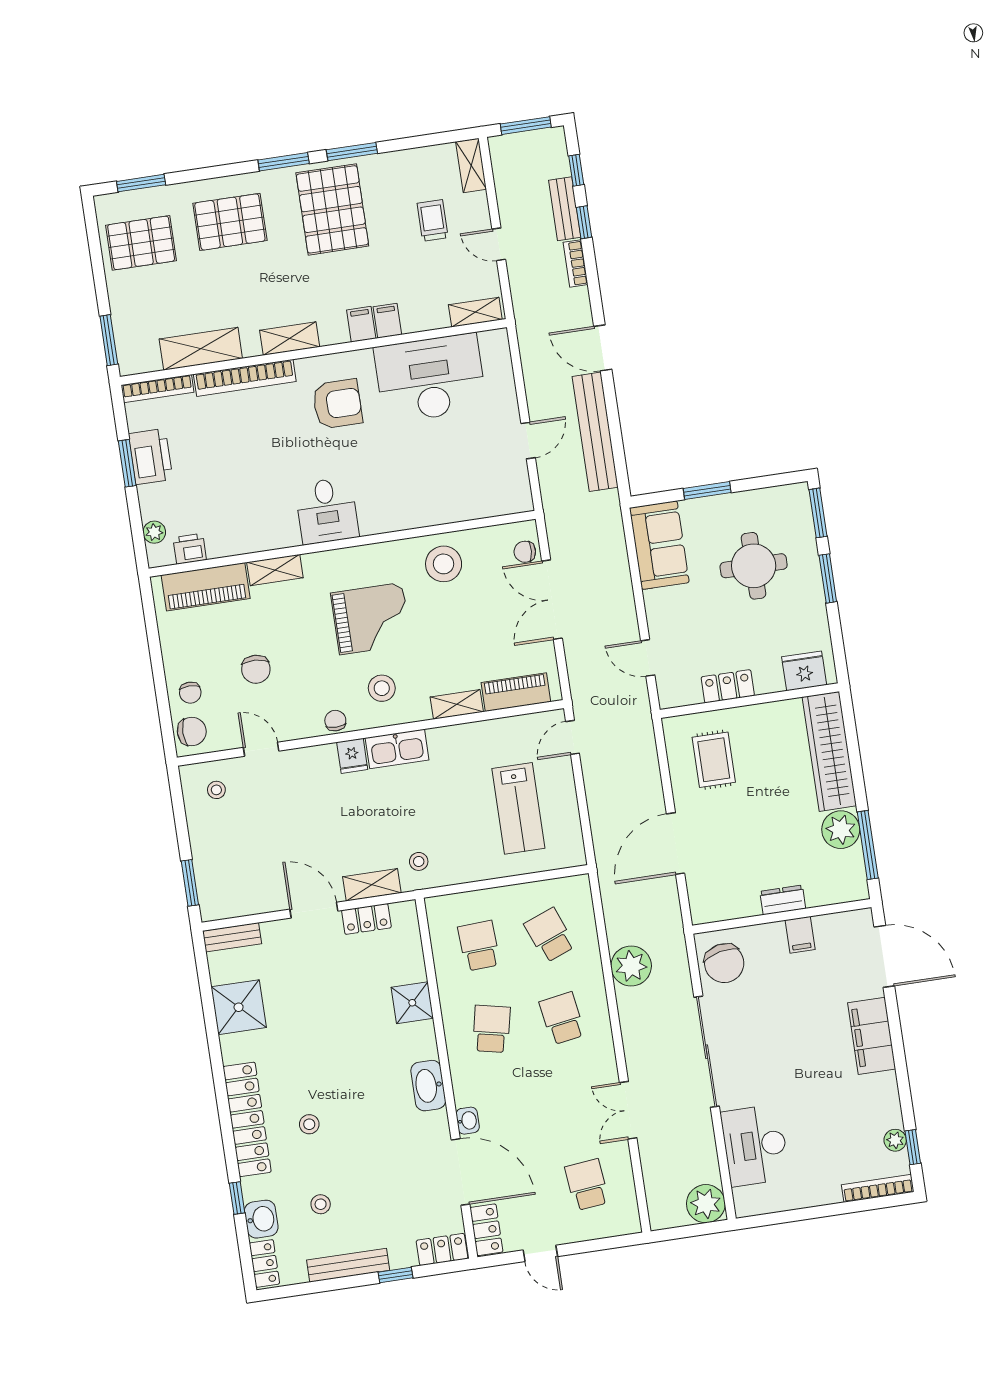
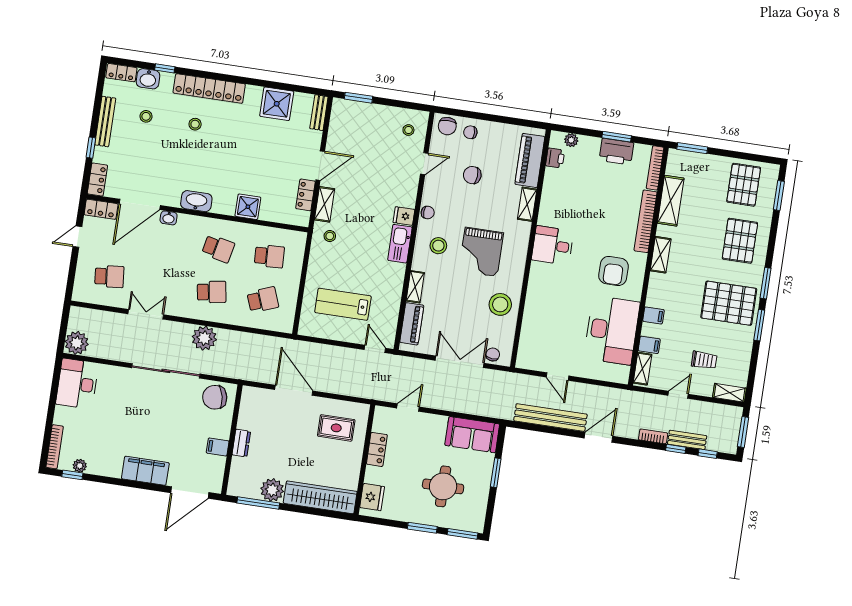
filing cabinet: (361, 324) -> (649, 345), moved
plant: (631, 966) -> (204, 338), moved
desk: (755, 1145) -> (77, 384), moved, turned -90

